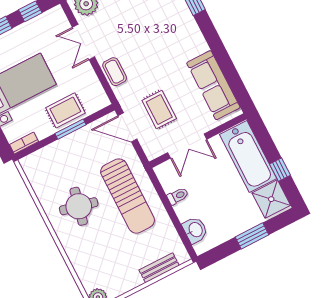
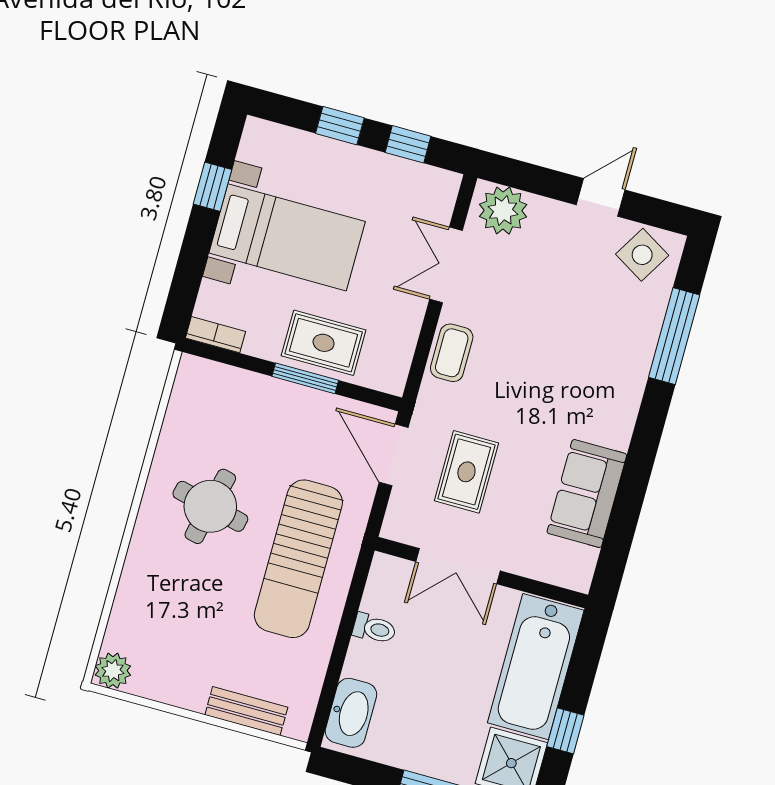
sofa: (213, 85) -> (587, 493), width x0.73
washbasin: (195, 230) -> (351, 713), width x1.38

